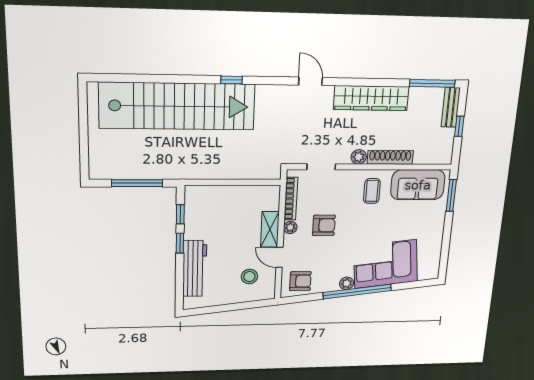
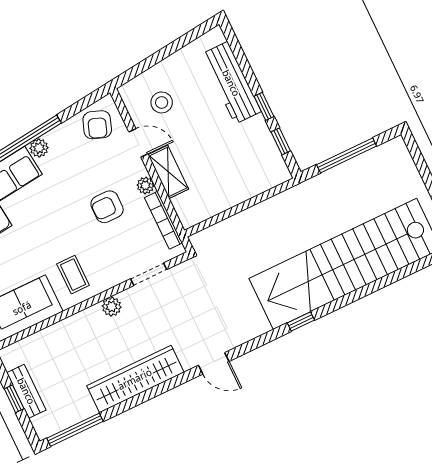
bench: (451, 107) -> (26, 391), moved
shoe rack: (390, 158) -> (74, 324), removed
armchair: (300, 281) -> (97, 125), turned -70

